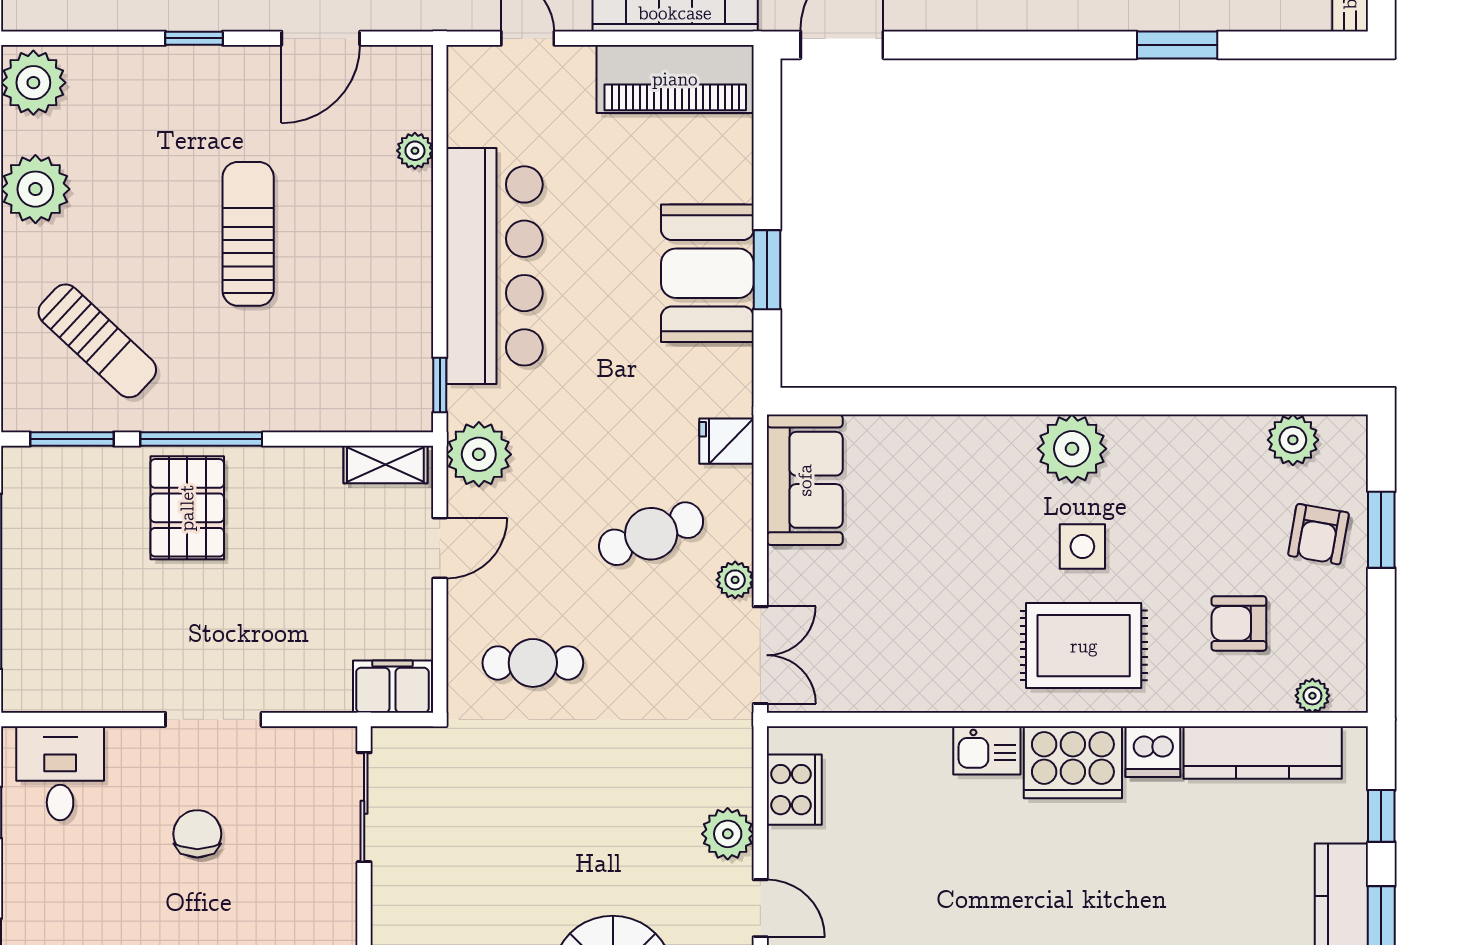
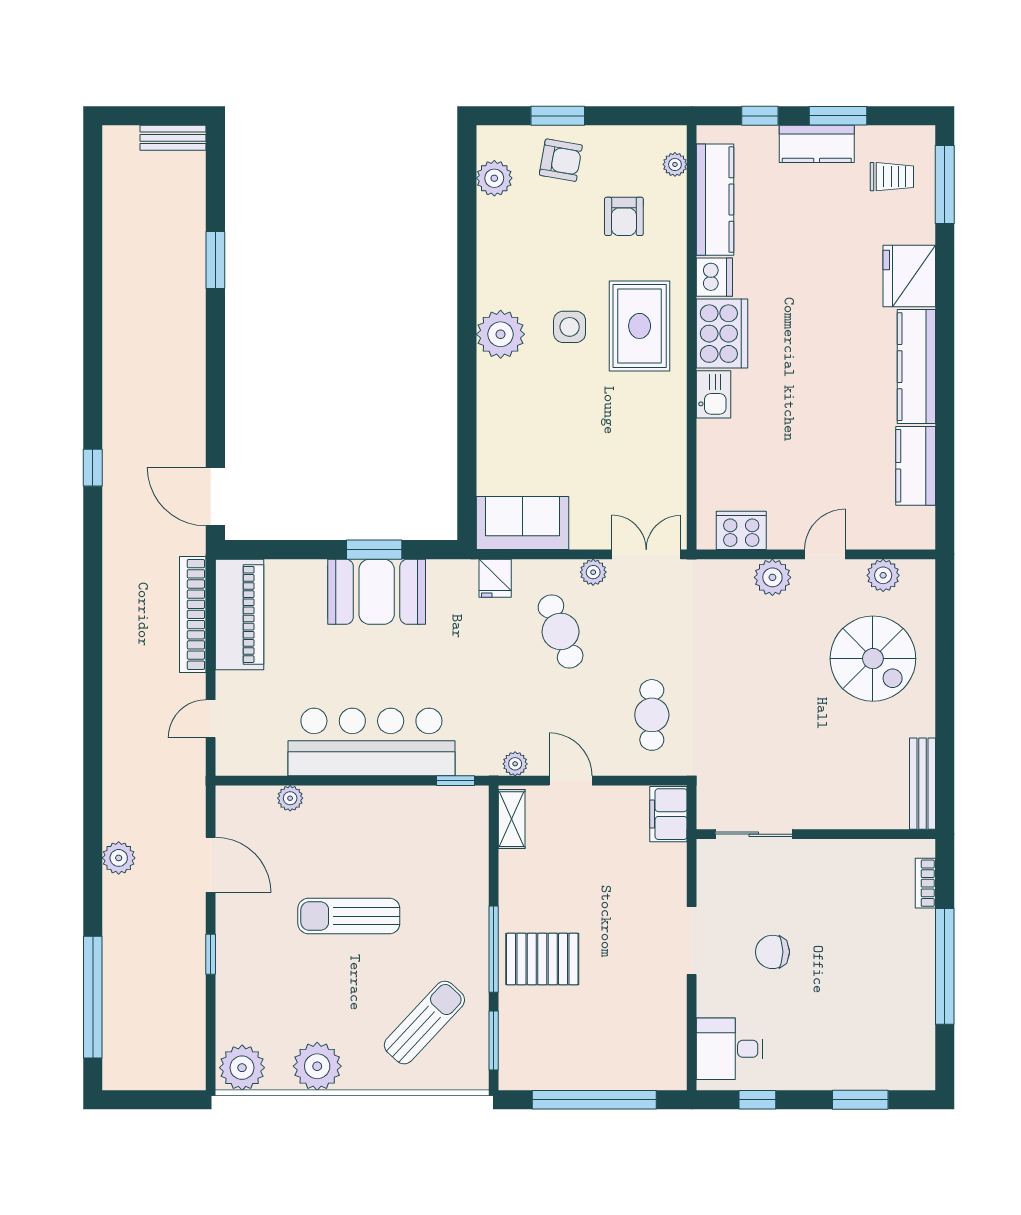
plant: (479, 454) -> (515, 764), width x0.53, depth x0.53

